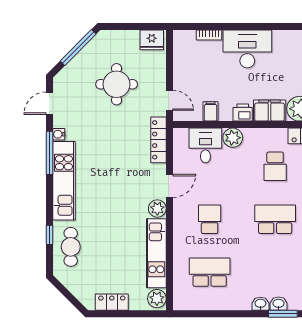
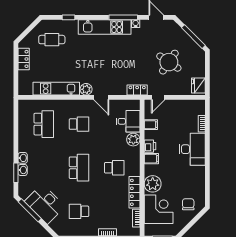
round table: (117, 84) -> (169, 62), turned 34
filing cabinet: (270, 111) -> (151, 159), width x0.50
locker: (158, 140) -> (137, 90), width x0.66
school desk: (275, 166) -> (114, 168), turned 180
cafe table: (71, 247) -> (52, 40), moved
plant: (157, 299) -> (26, 89), removed

